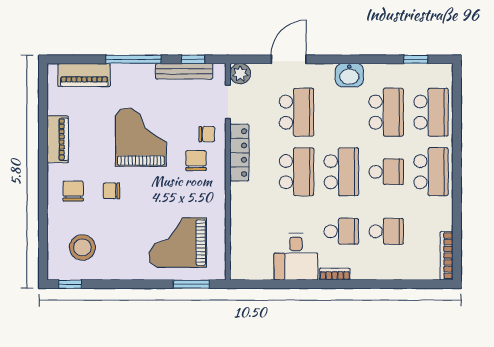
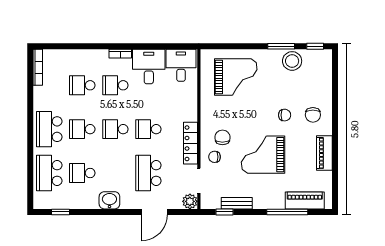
window: (133, 59) -> (287, 212), moved
bench: (184, 71) -> (237, 203), width x0.73
school desk: (386, 112) -> (82, 173), width x0.54
grand piano: (141, 137) -> (263, 155), turned 90
chair: (196, 161) -> (222, 137), turned 180
school desk: (296, 172) -> (148, 129), width x0.54
school desk: (341, 172) -> (115, 129), width x0.54
stool: (82, 247) -> (292, 61), moved
desk: (252, 258) -> (181, 65), added
window: (191, 284) -> (281, 46), moved

